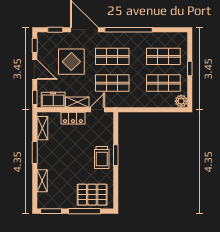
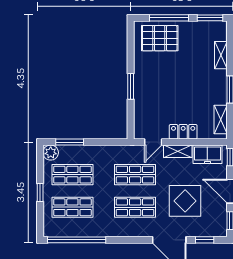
window: (129, 30) -> (77, 240), moved
window: (166, 110) -> (70, 142), added
trolley: (102, 157) -> (148, 84), removed

